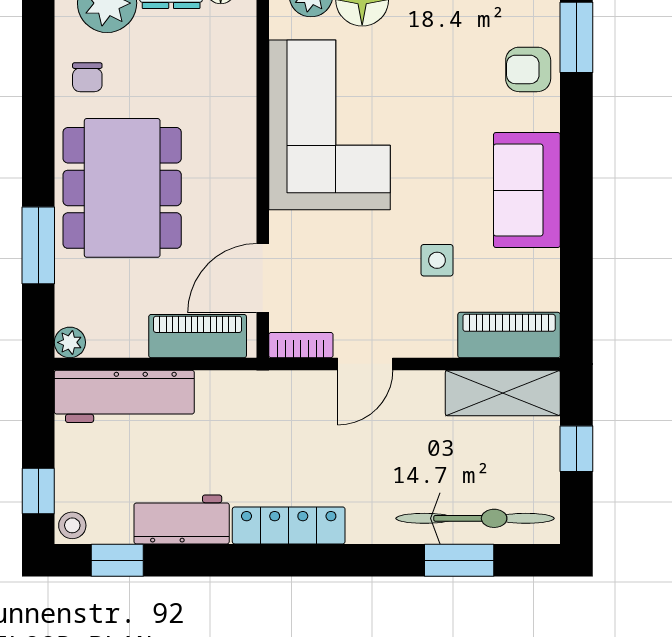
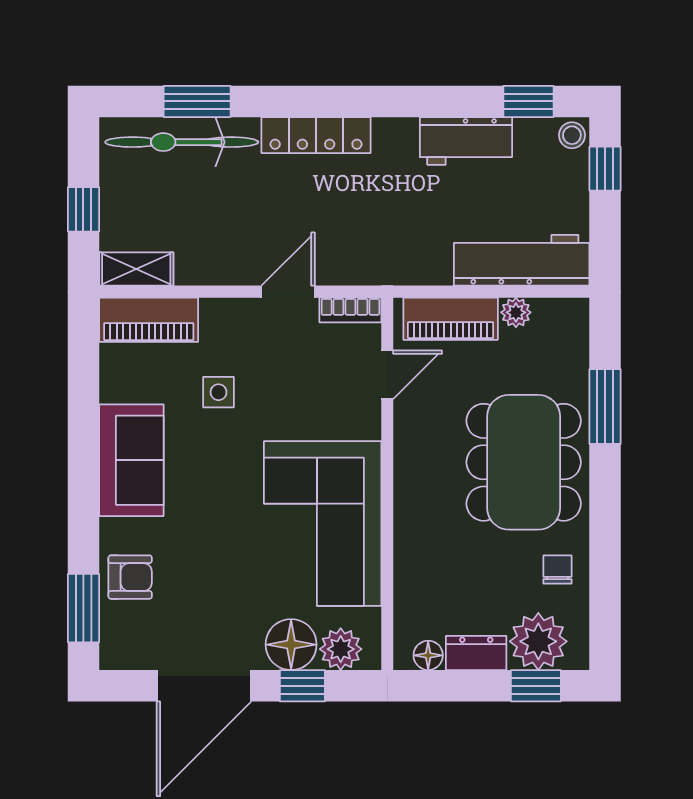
door: (263, 278) -> (387, 375), width x0.73
plant: (70, 342) -> (516, 312), moved
shelving: (503, 393) -> (136, 269), width x0.67, depth x0.75
locker: (289, 525) -> (316, 135), moved

